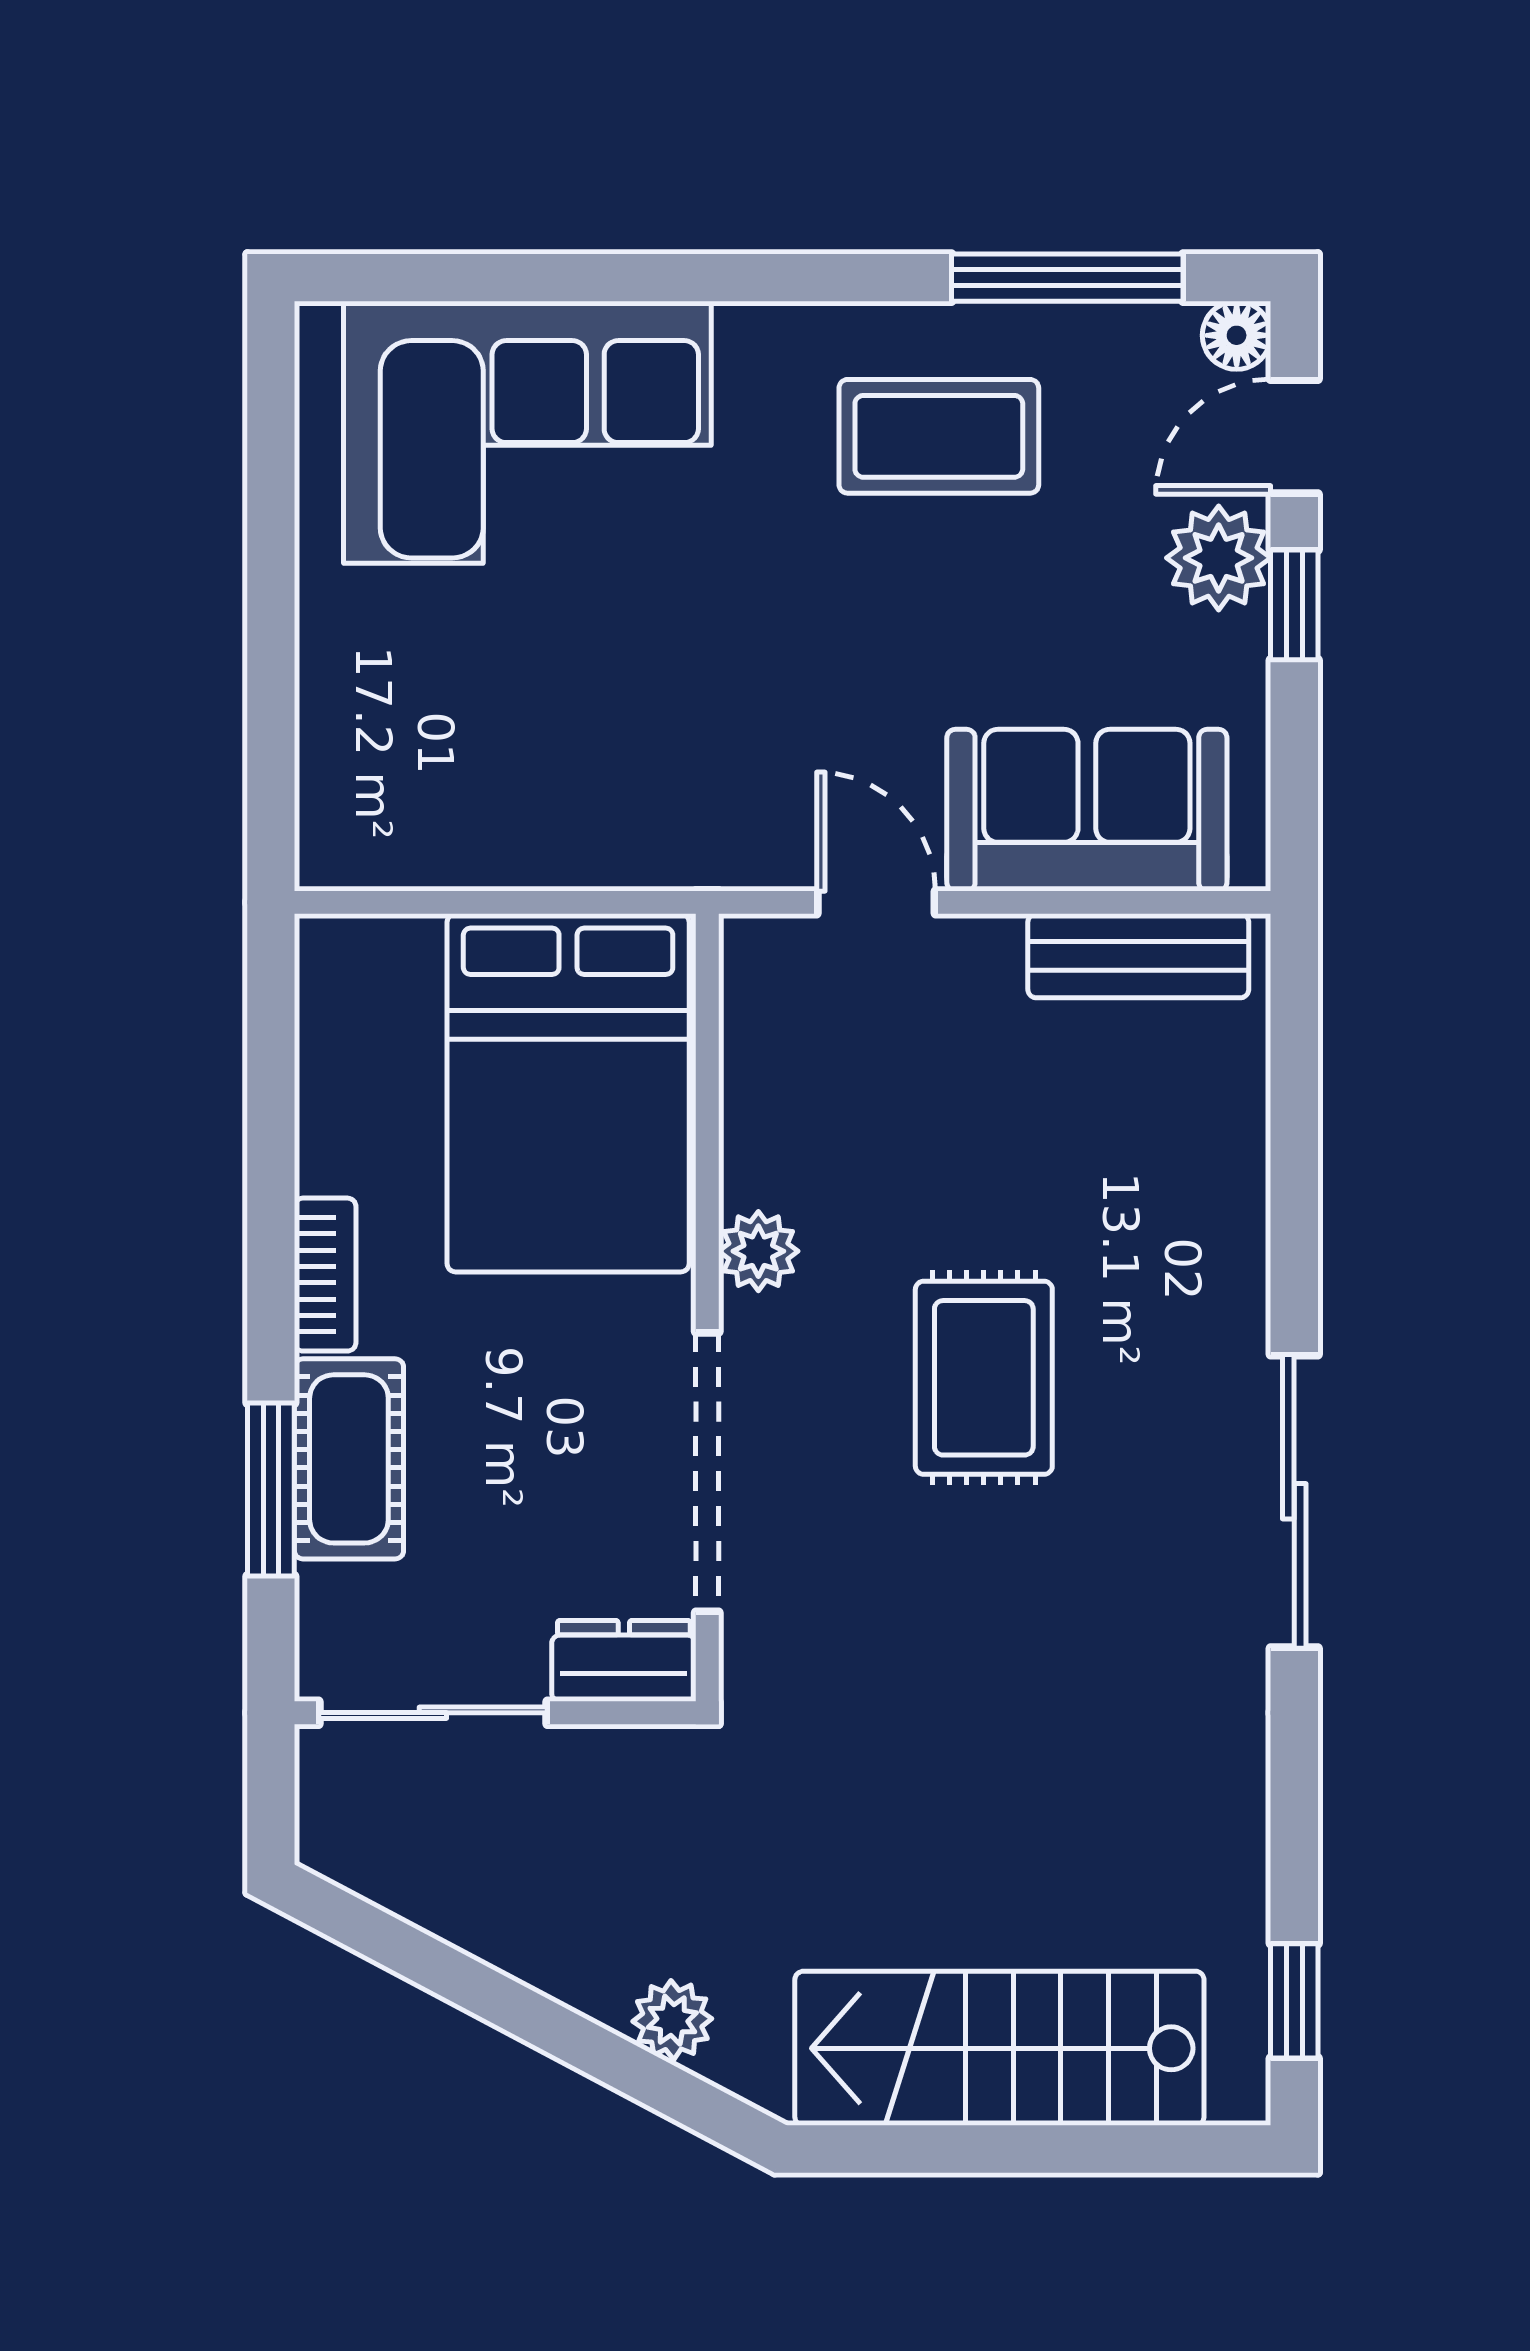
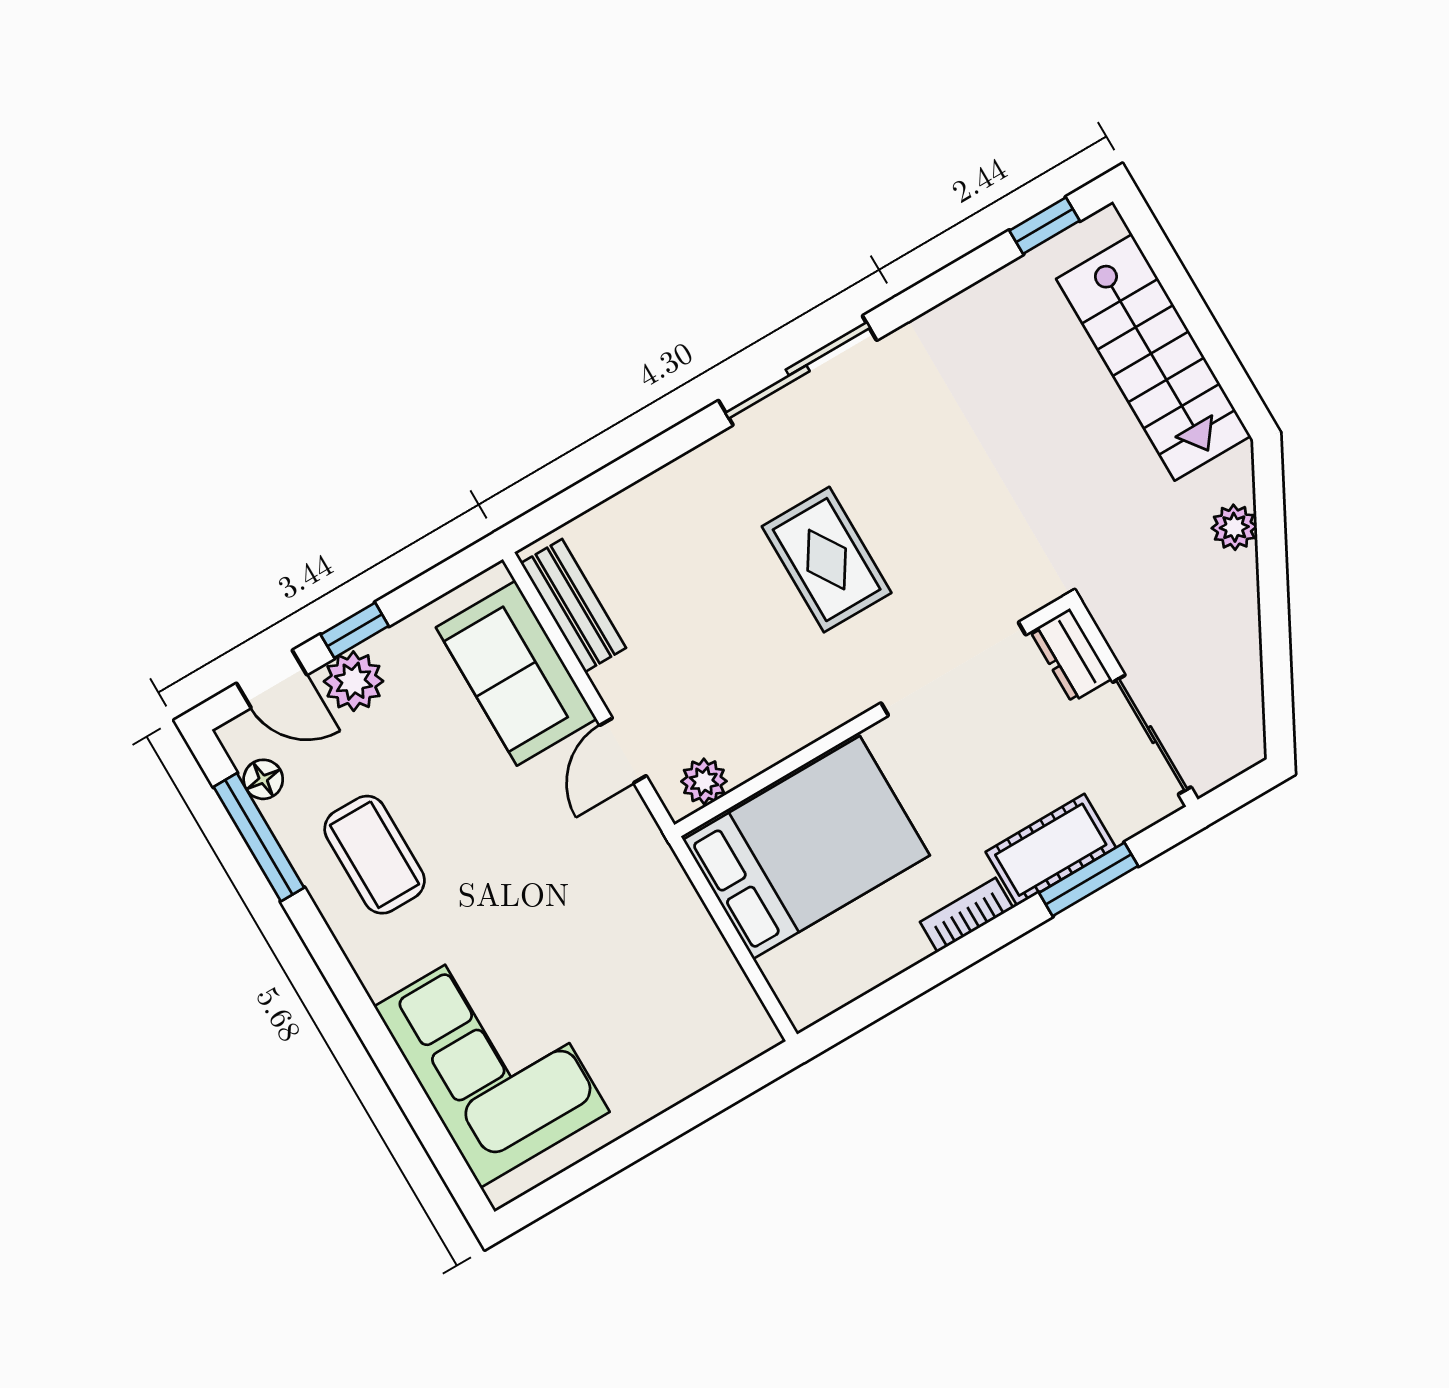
floor lamp: (1237, 335) -> (263, 779), moved
plant: (758, 1251) -> (704, 781), moved
rug: (984, 1378) -> (827, 560), turned 90

